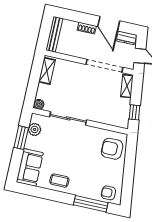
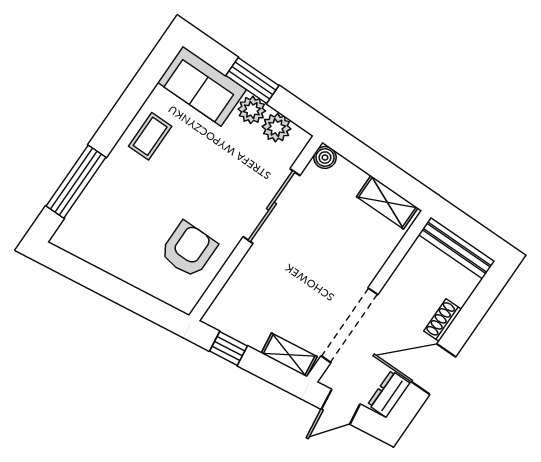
window: (21, 138) -> (252, 80), moved
plant: (31, 143) -> (252, 110), added
armchair: (112, 149) -> (189, 250), moved
armchair: (108, 193) -> (84, 227), removed

